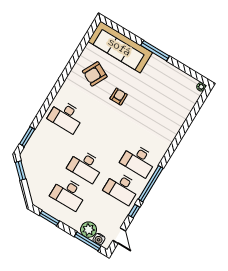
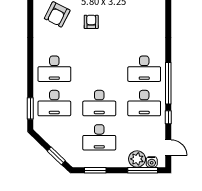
desk: (49, 144) -> (54, 103), added
window: (20, 171) -> (56, 156), moved

